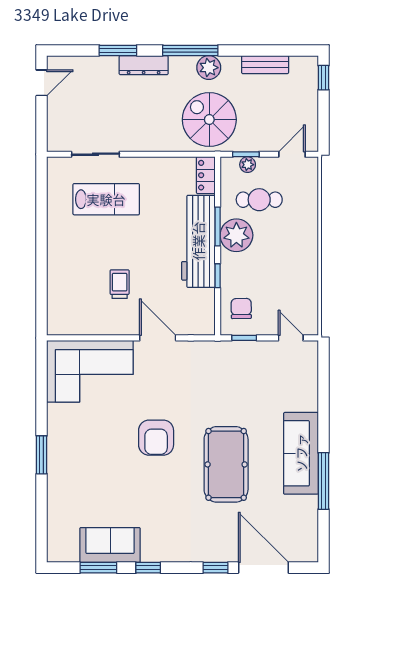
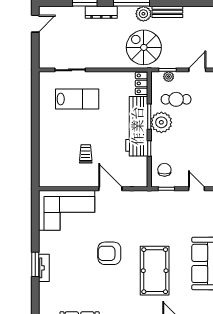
bench: (265, 65) -> (167, 12), moved
armchair: (156, 438) -> (109, 253), turned 90
tv unit: (55, 460) -> (44, 268), added

